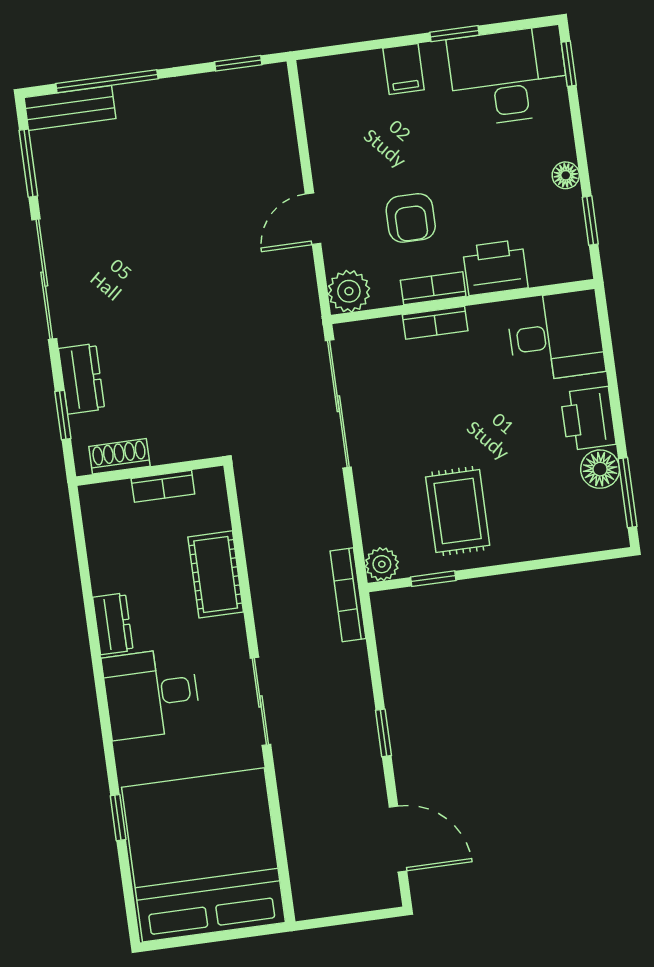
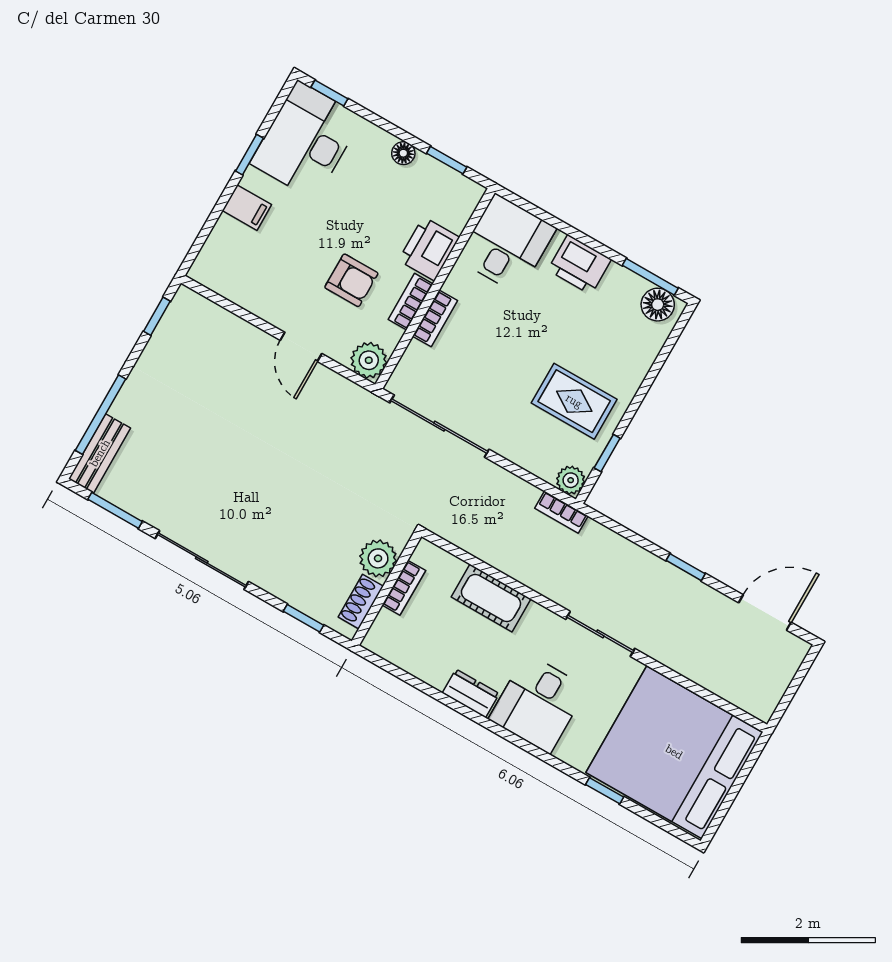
dresser: (82, 379) -> (289, 587), removed
plant: (172, 441) -> (378, 558), added
floor lamp: (600, 469) -> (658, 305), moved
bookcase: (348, 595) -> (561, 512), width x0.64

